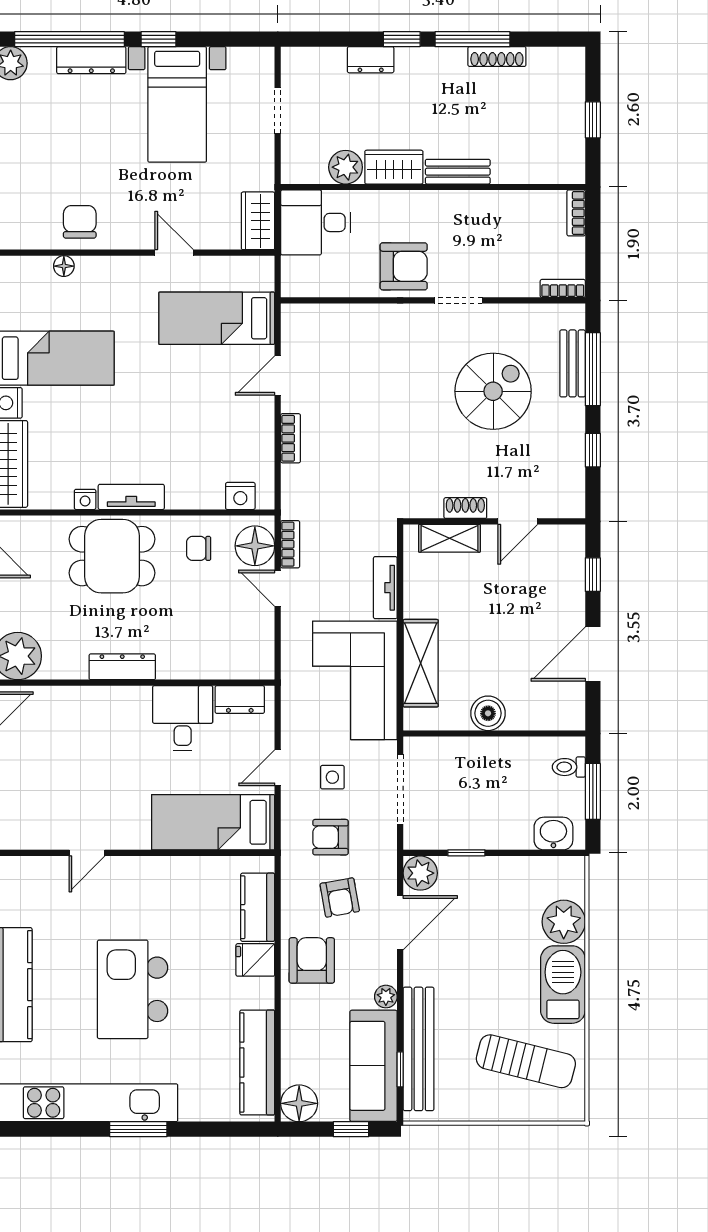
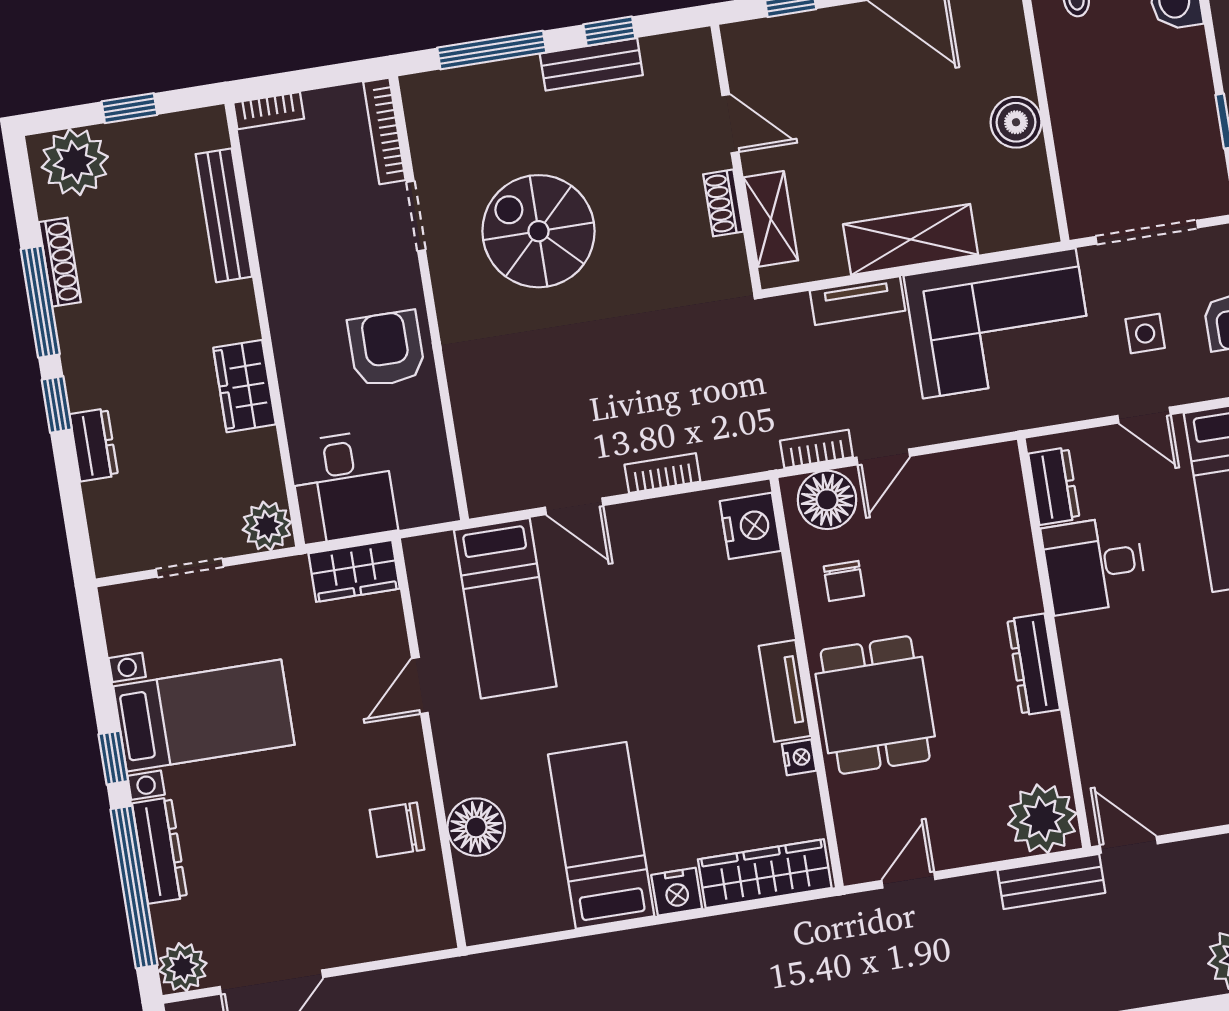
plant: (562, 77) -> (75, 162), added
plant: (346, 167) -> (267, 526), moved
bench: (458, 172) -> (224, 215), moved, width x1.36
floor lamp: (64, 266) -> (476, 827), width x1.89, depth x1.89
bookcase: (563, 288) -> (384, 131), width x1.56
doorway: (458, 300) -> (416, 216), moved
bench: (573, 363) -> (591, 64), moved
spiral stairs: (493, 391) -> (539, 231), moved
nightstand: (240, 496) -> (750, 526), width x1.36, depth x1.33
shelving: (421, 663) -> (911, 239), moved

